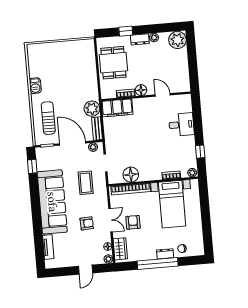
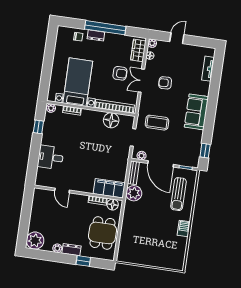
floor lamp: (141, 90) -> (113, 205), moved
coffee table: (86, 183) -> (157, 123), turned 90
sofa: (52, 202) -> (196, 112), width x0.54, depth x0.79
armchair: (133, 222) -> (120, 73), turned -90

